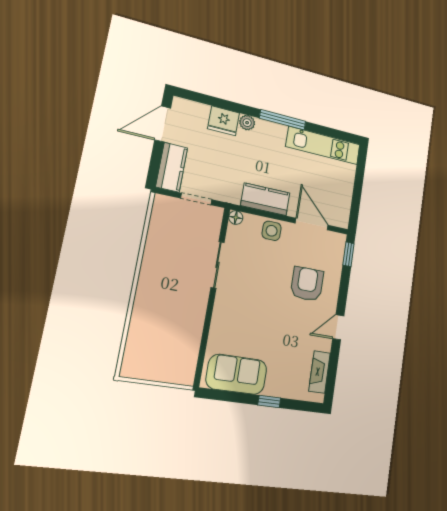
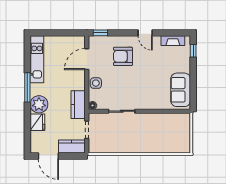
plant: (247, 123) -> (39, 104), width x1.87, depth x1.87
kitchen counter: (265, 199) -> (78, 105), moved
window: (269, 401) -> (193, 51), moved

